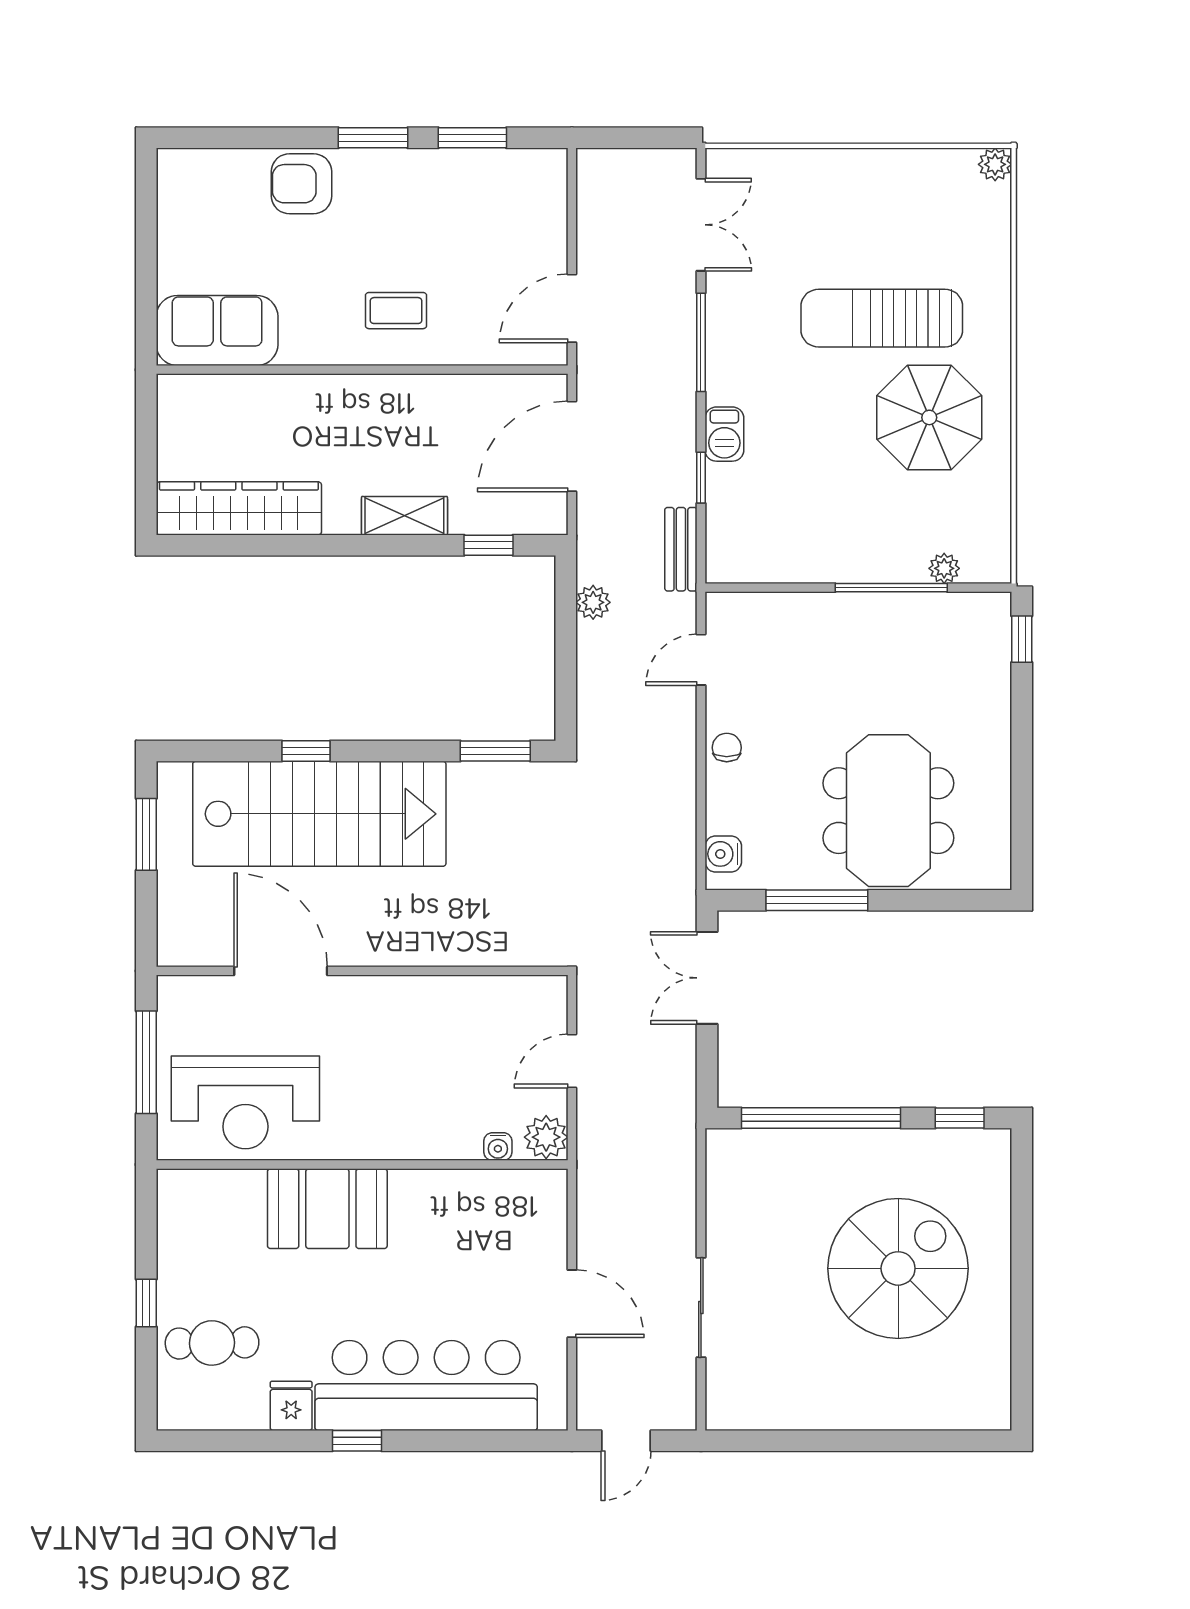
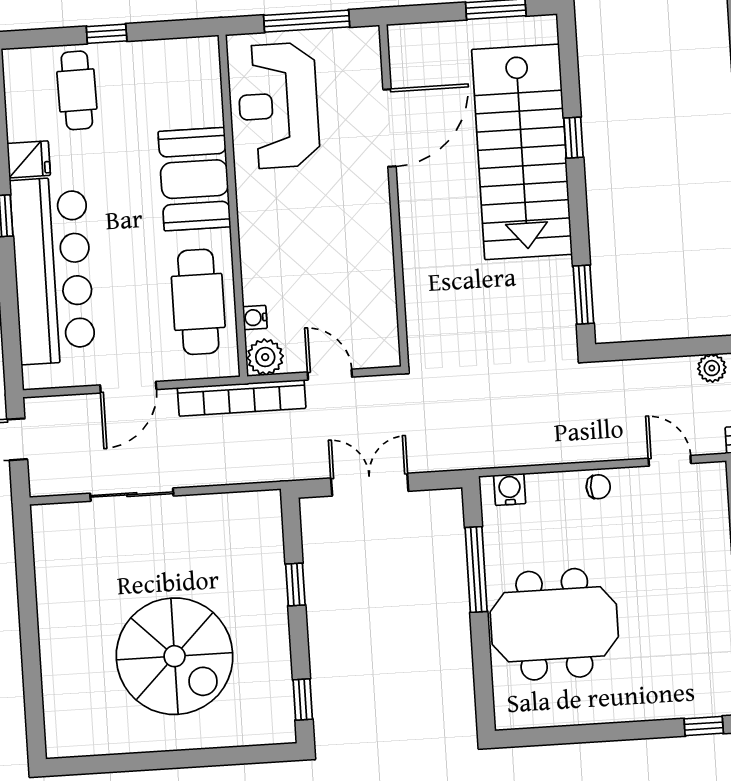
double door: (707, 978) -> (370, 485), moved
window: (821, 1118) -> (295, 584), width x0.32
bookcase: (593, 1169) -> (242, 398), added
cafe table: (475, 1213) -> (198, 302), added

